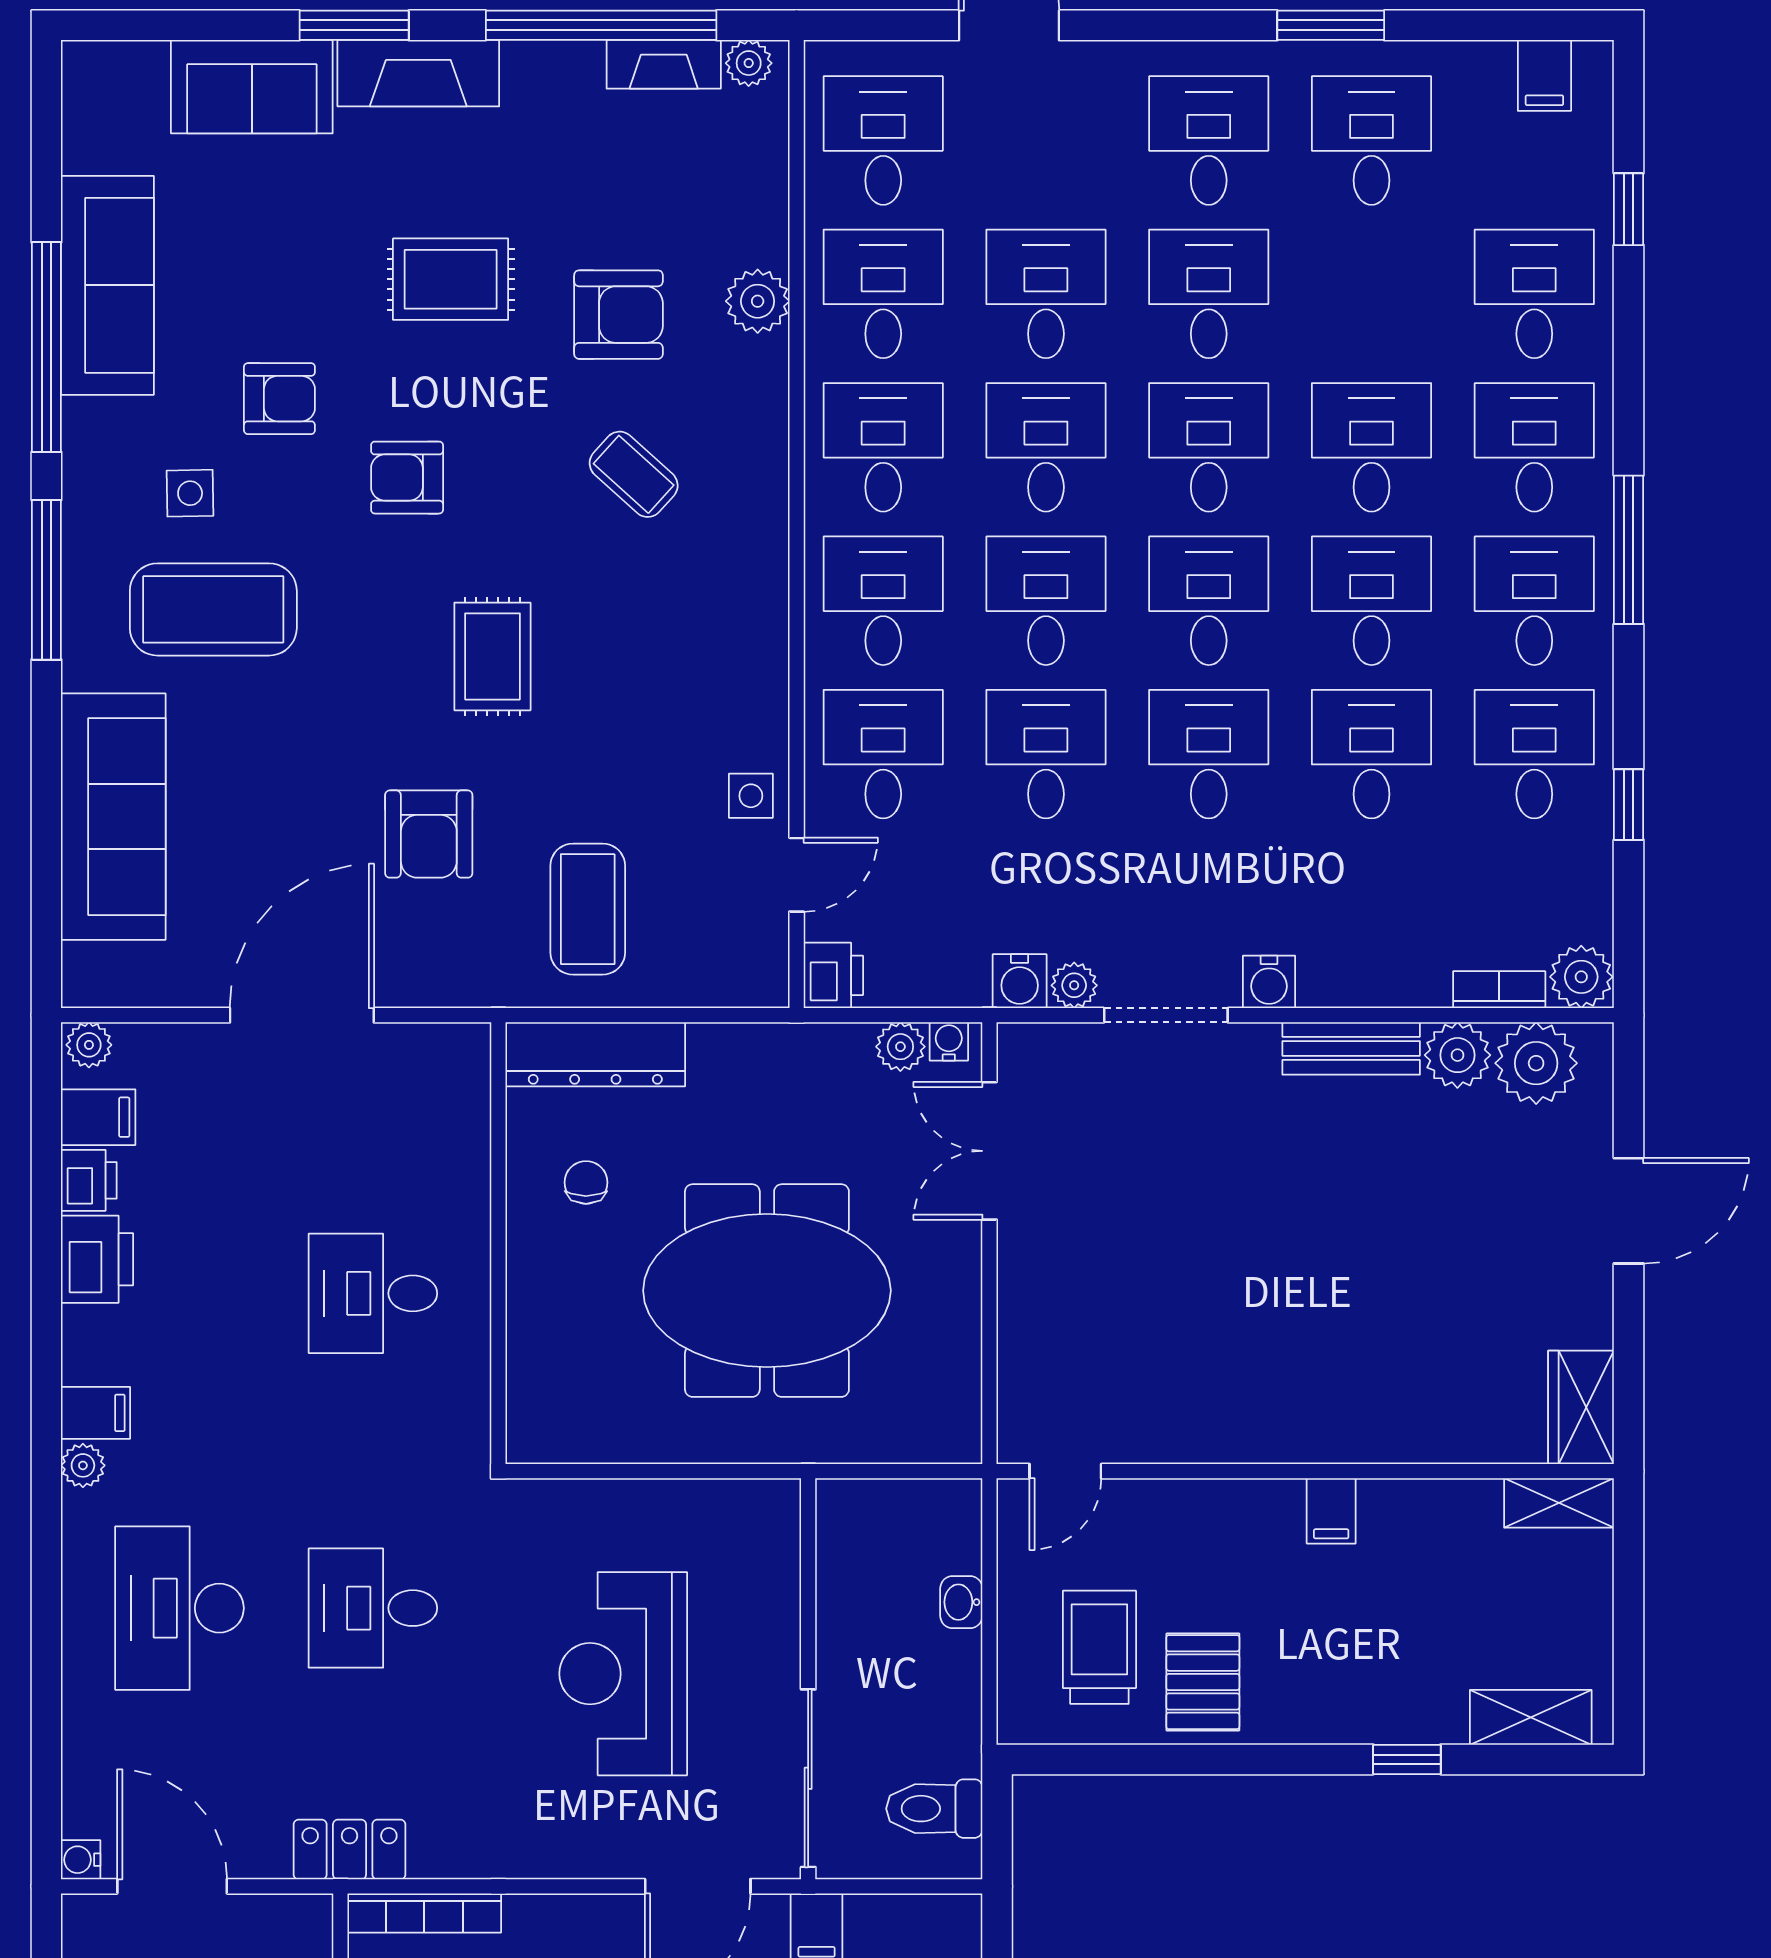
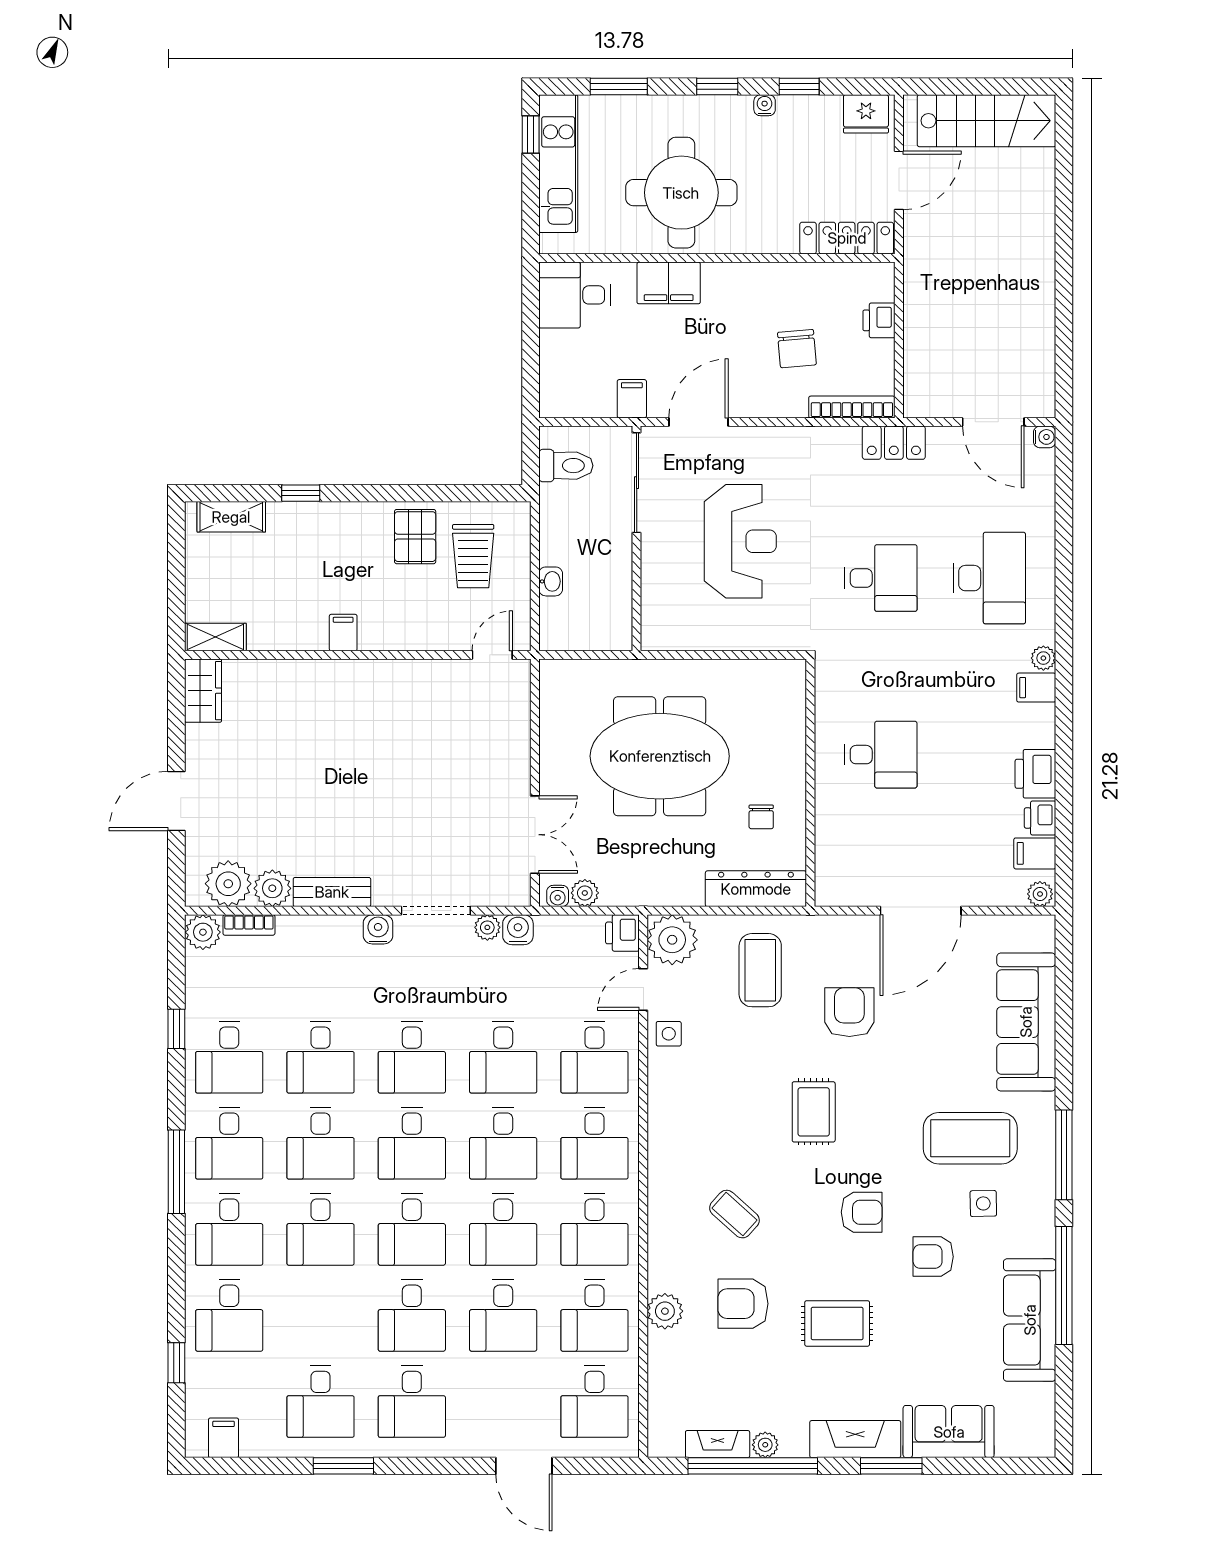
plant: (749, 63) -> (765, 1445), moved
plant: (745, 963) -> (672, 940), added

